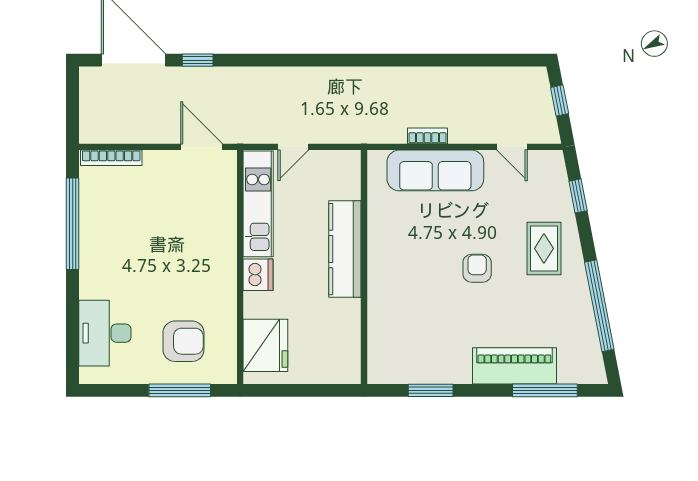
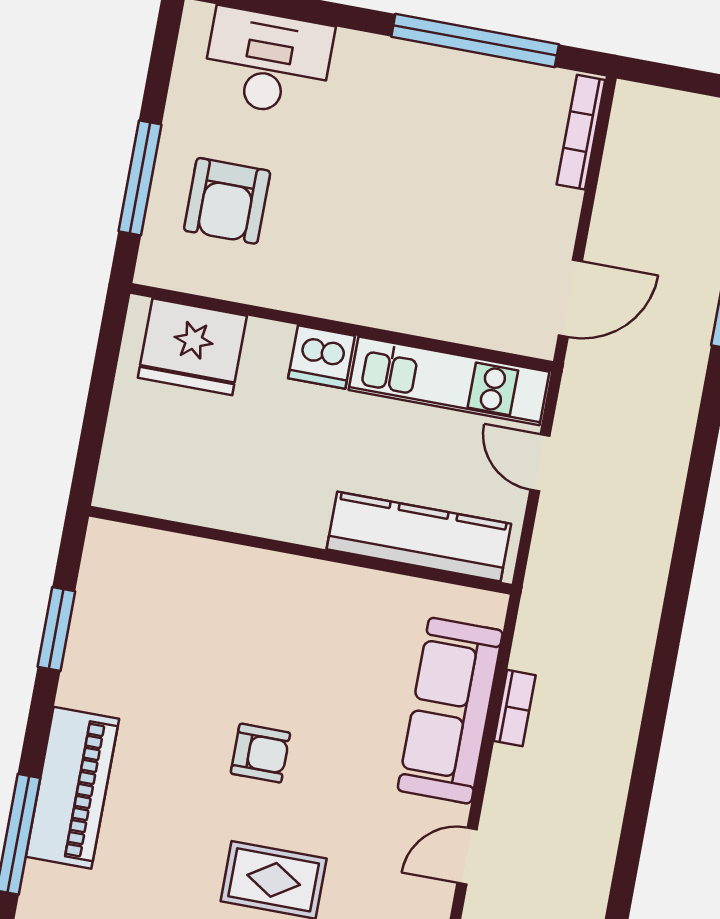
kitchen counter: (345, 249) -> (419, 537), moved

